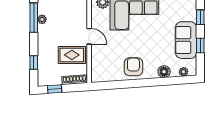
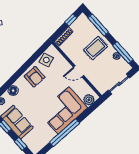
rug: (72, 55) -> (95, 48), moved
window: (34, 62) -> (98, 25), width x2.17
side table: (109, 73) -> (46, 60), added

